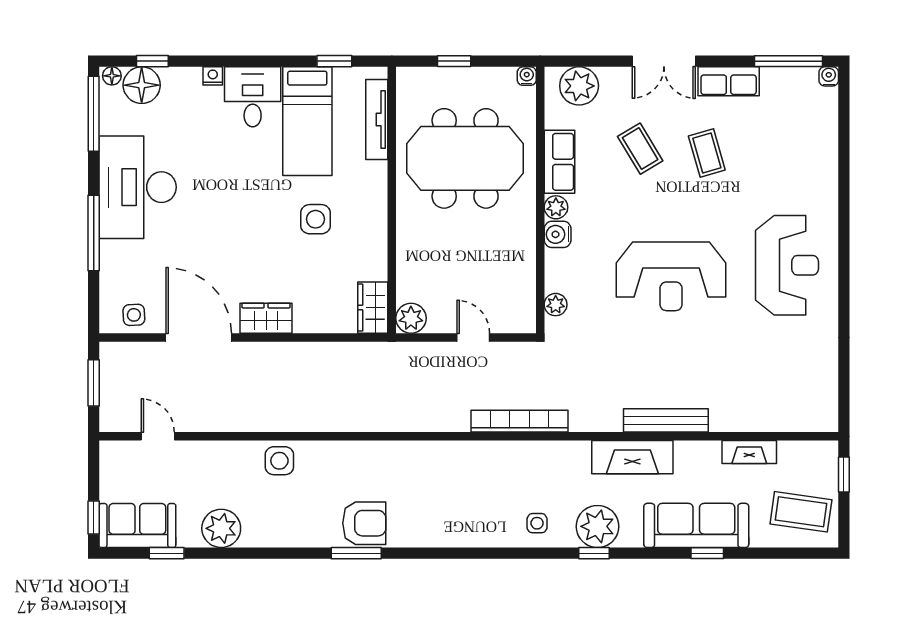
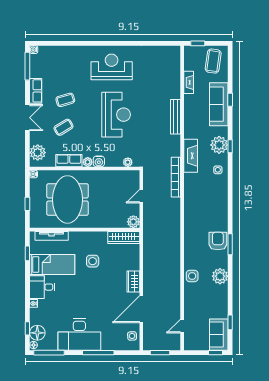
wardrobe: (373, 308) -> (124, 238), width x1.50
fireplace: (632, 457) -> (191, 156), moved
plant: (221, 528) -> (220, 276), moved

